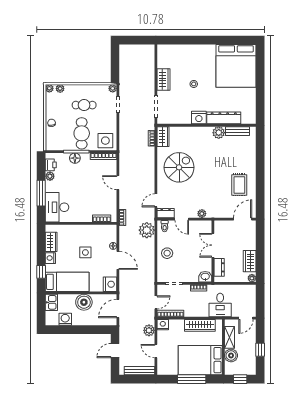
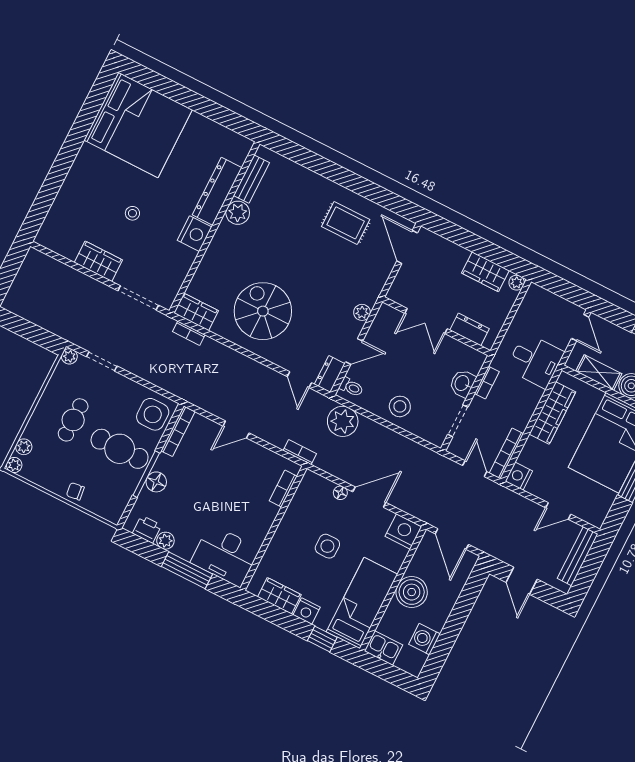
washbasin: (205, 277) -> (462, 383), moved
plant: (149, 330) -> (517, 505), removed

